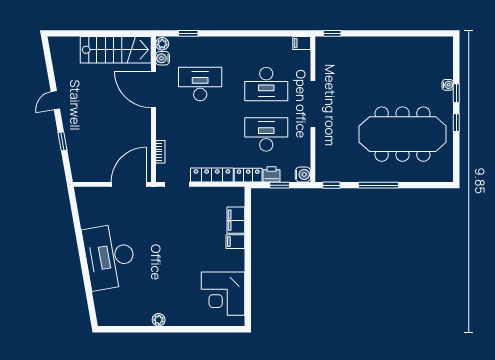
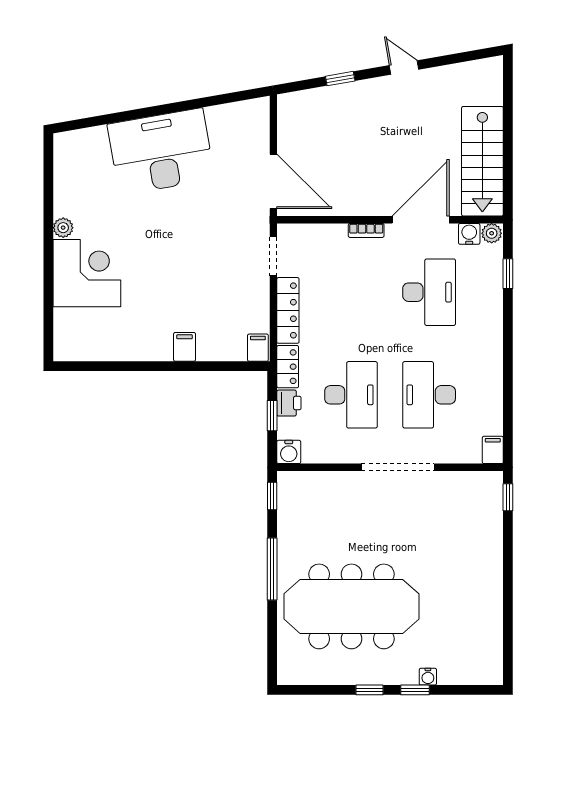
meeting table: (403, 134) -> (351, 606), turned 90
bookcase: (160, 152) -> (366, 230), moved
filing cabinet: (236, 220) -> (258, 348), moved, width x0.50
corner desk: (223, 294) -> (87, 273), moved, turned 90

